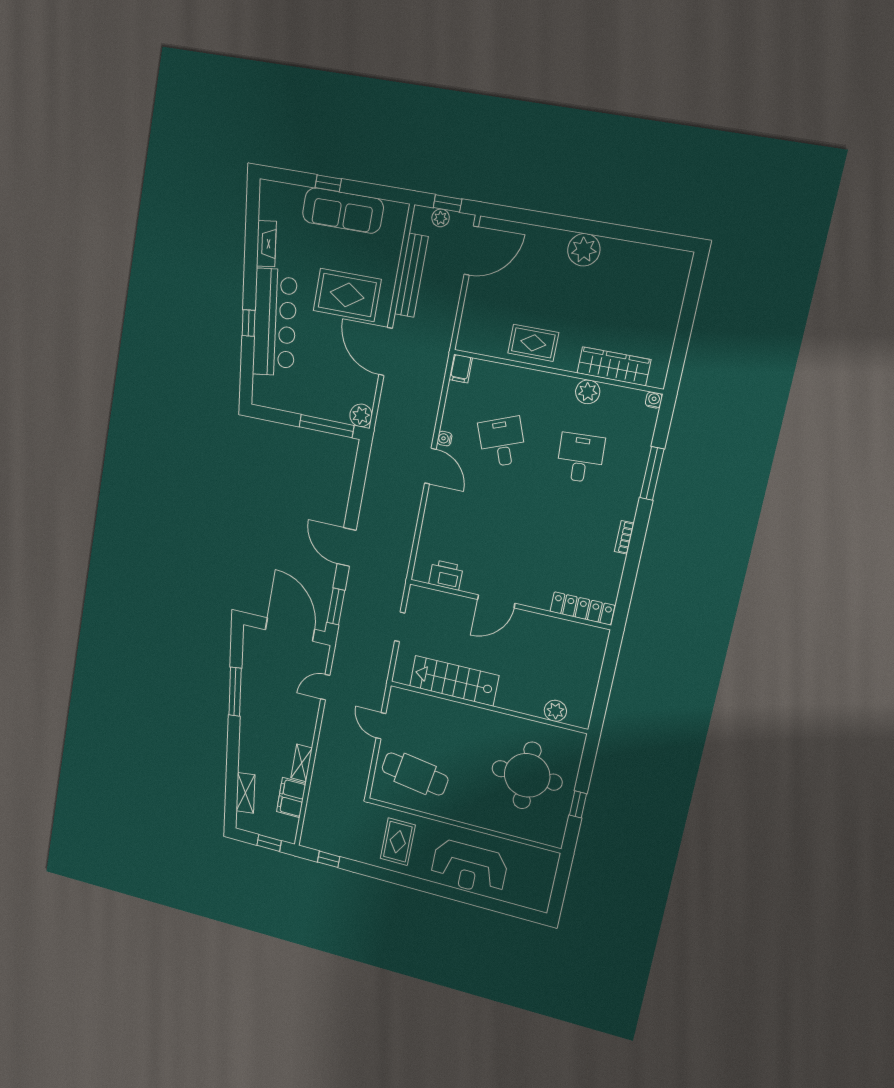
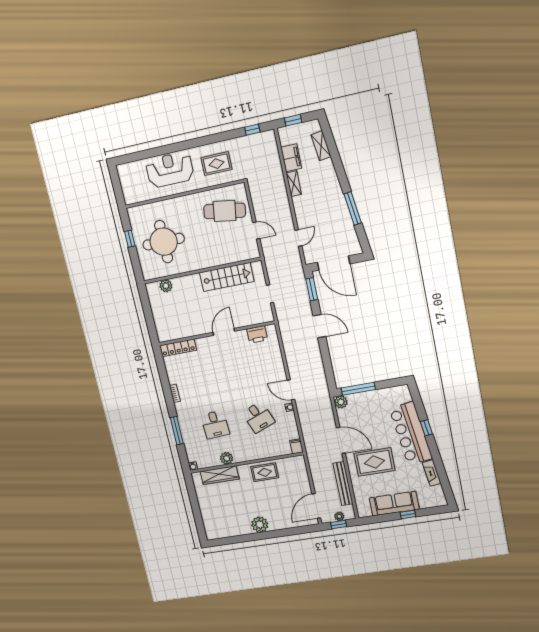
rug: (398, 842) -> (216, 164), turned 90

